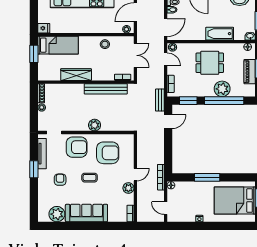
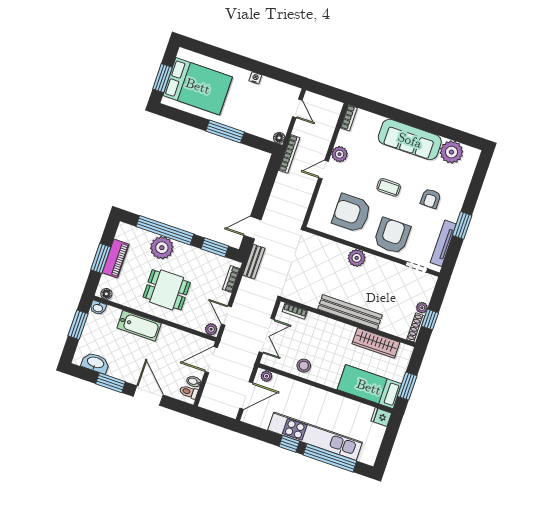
double door: (135, 55) -> (267, 336), swing flipped
wardrobe: (76, 75) -> (376, 343), moved
bench: (106, 89) -> (350, 312), moved
window: (34, 102) -> (430, 319), added
armchair: (77, 147) -> (392, 236), turned 90

